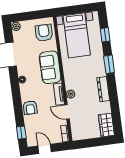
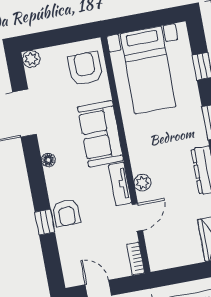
door: (67, 112) -> (137, 217), swing flipped
window: (21, 133) -> (45, 222), moved

